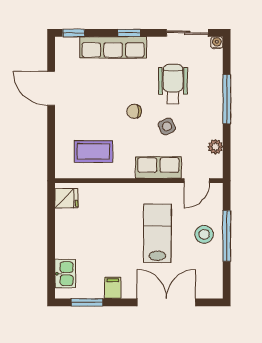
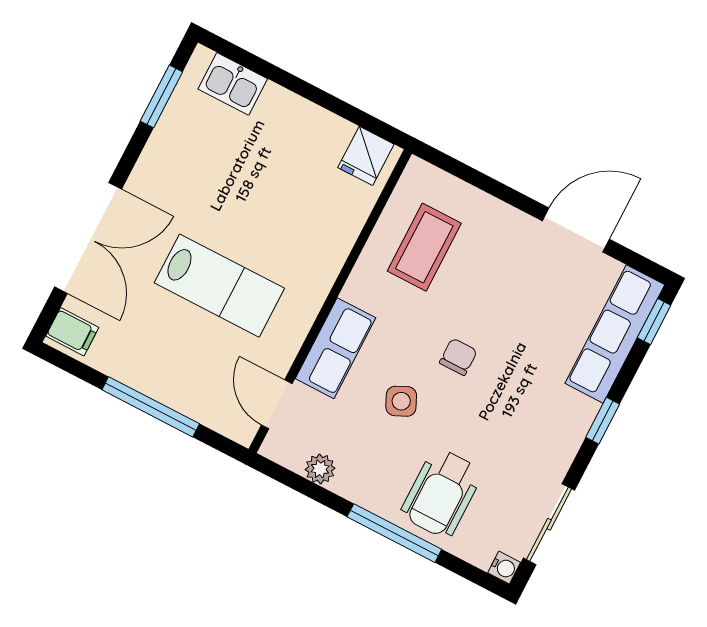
row of seats: (113, 47) -> (615, 334), moved
wheelchair: (173, 84) -> (442, 493), moved, turned 90
stool: (204, 234) -> (174, 368), removed
filing cabinet: (113, 288) -> (72, 332), moved

